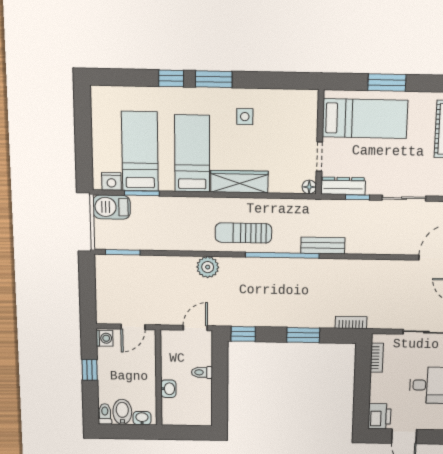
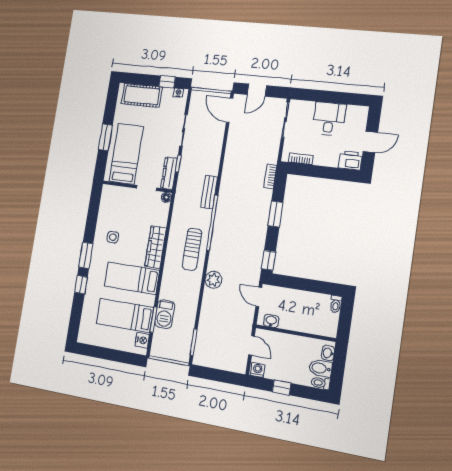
barbecue: (112, 207) -> (165, 314), moved
toilet: (202, 372) -> (336, 304), moved
washbasin: (168, 389) -> (271, 321), moved

